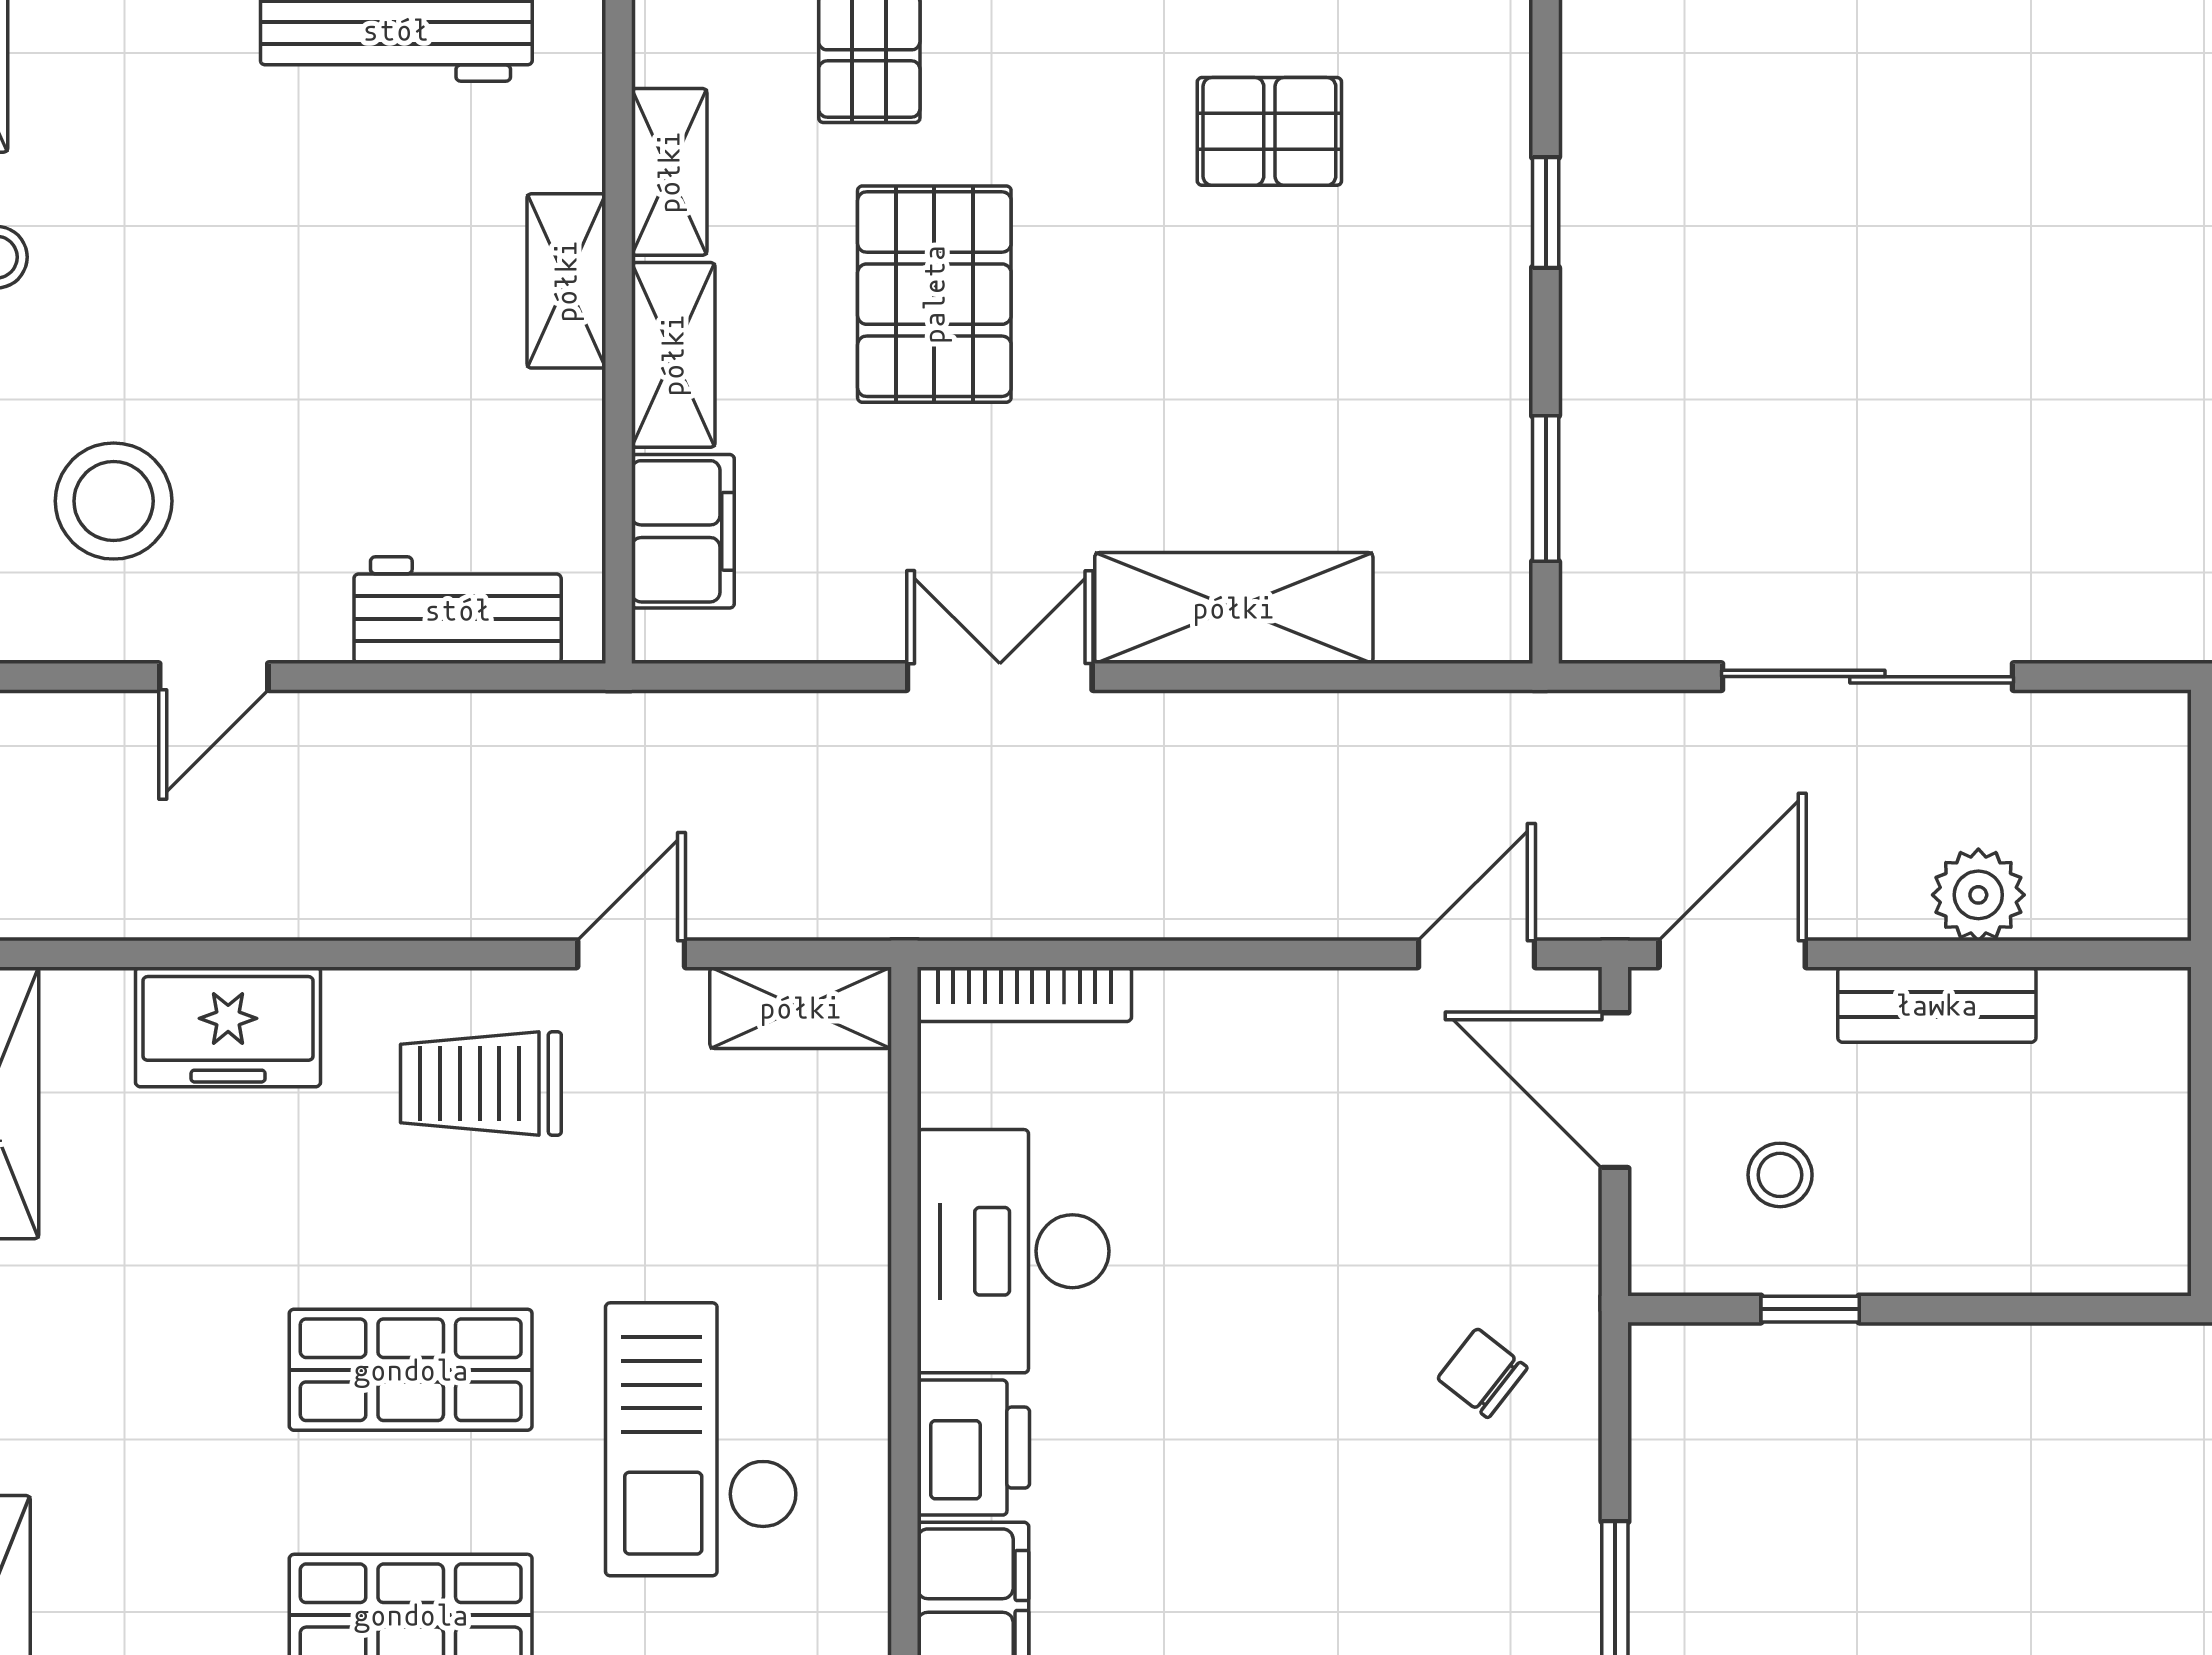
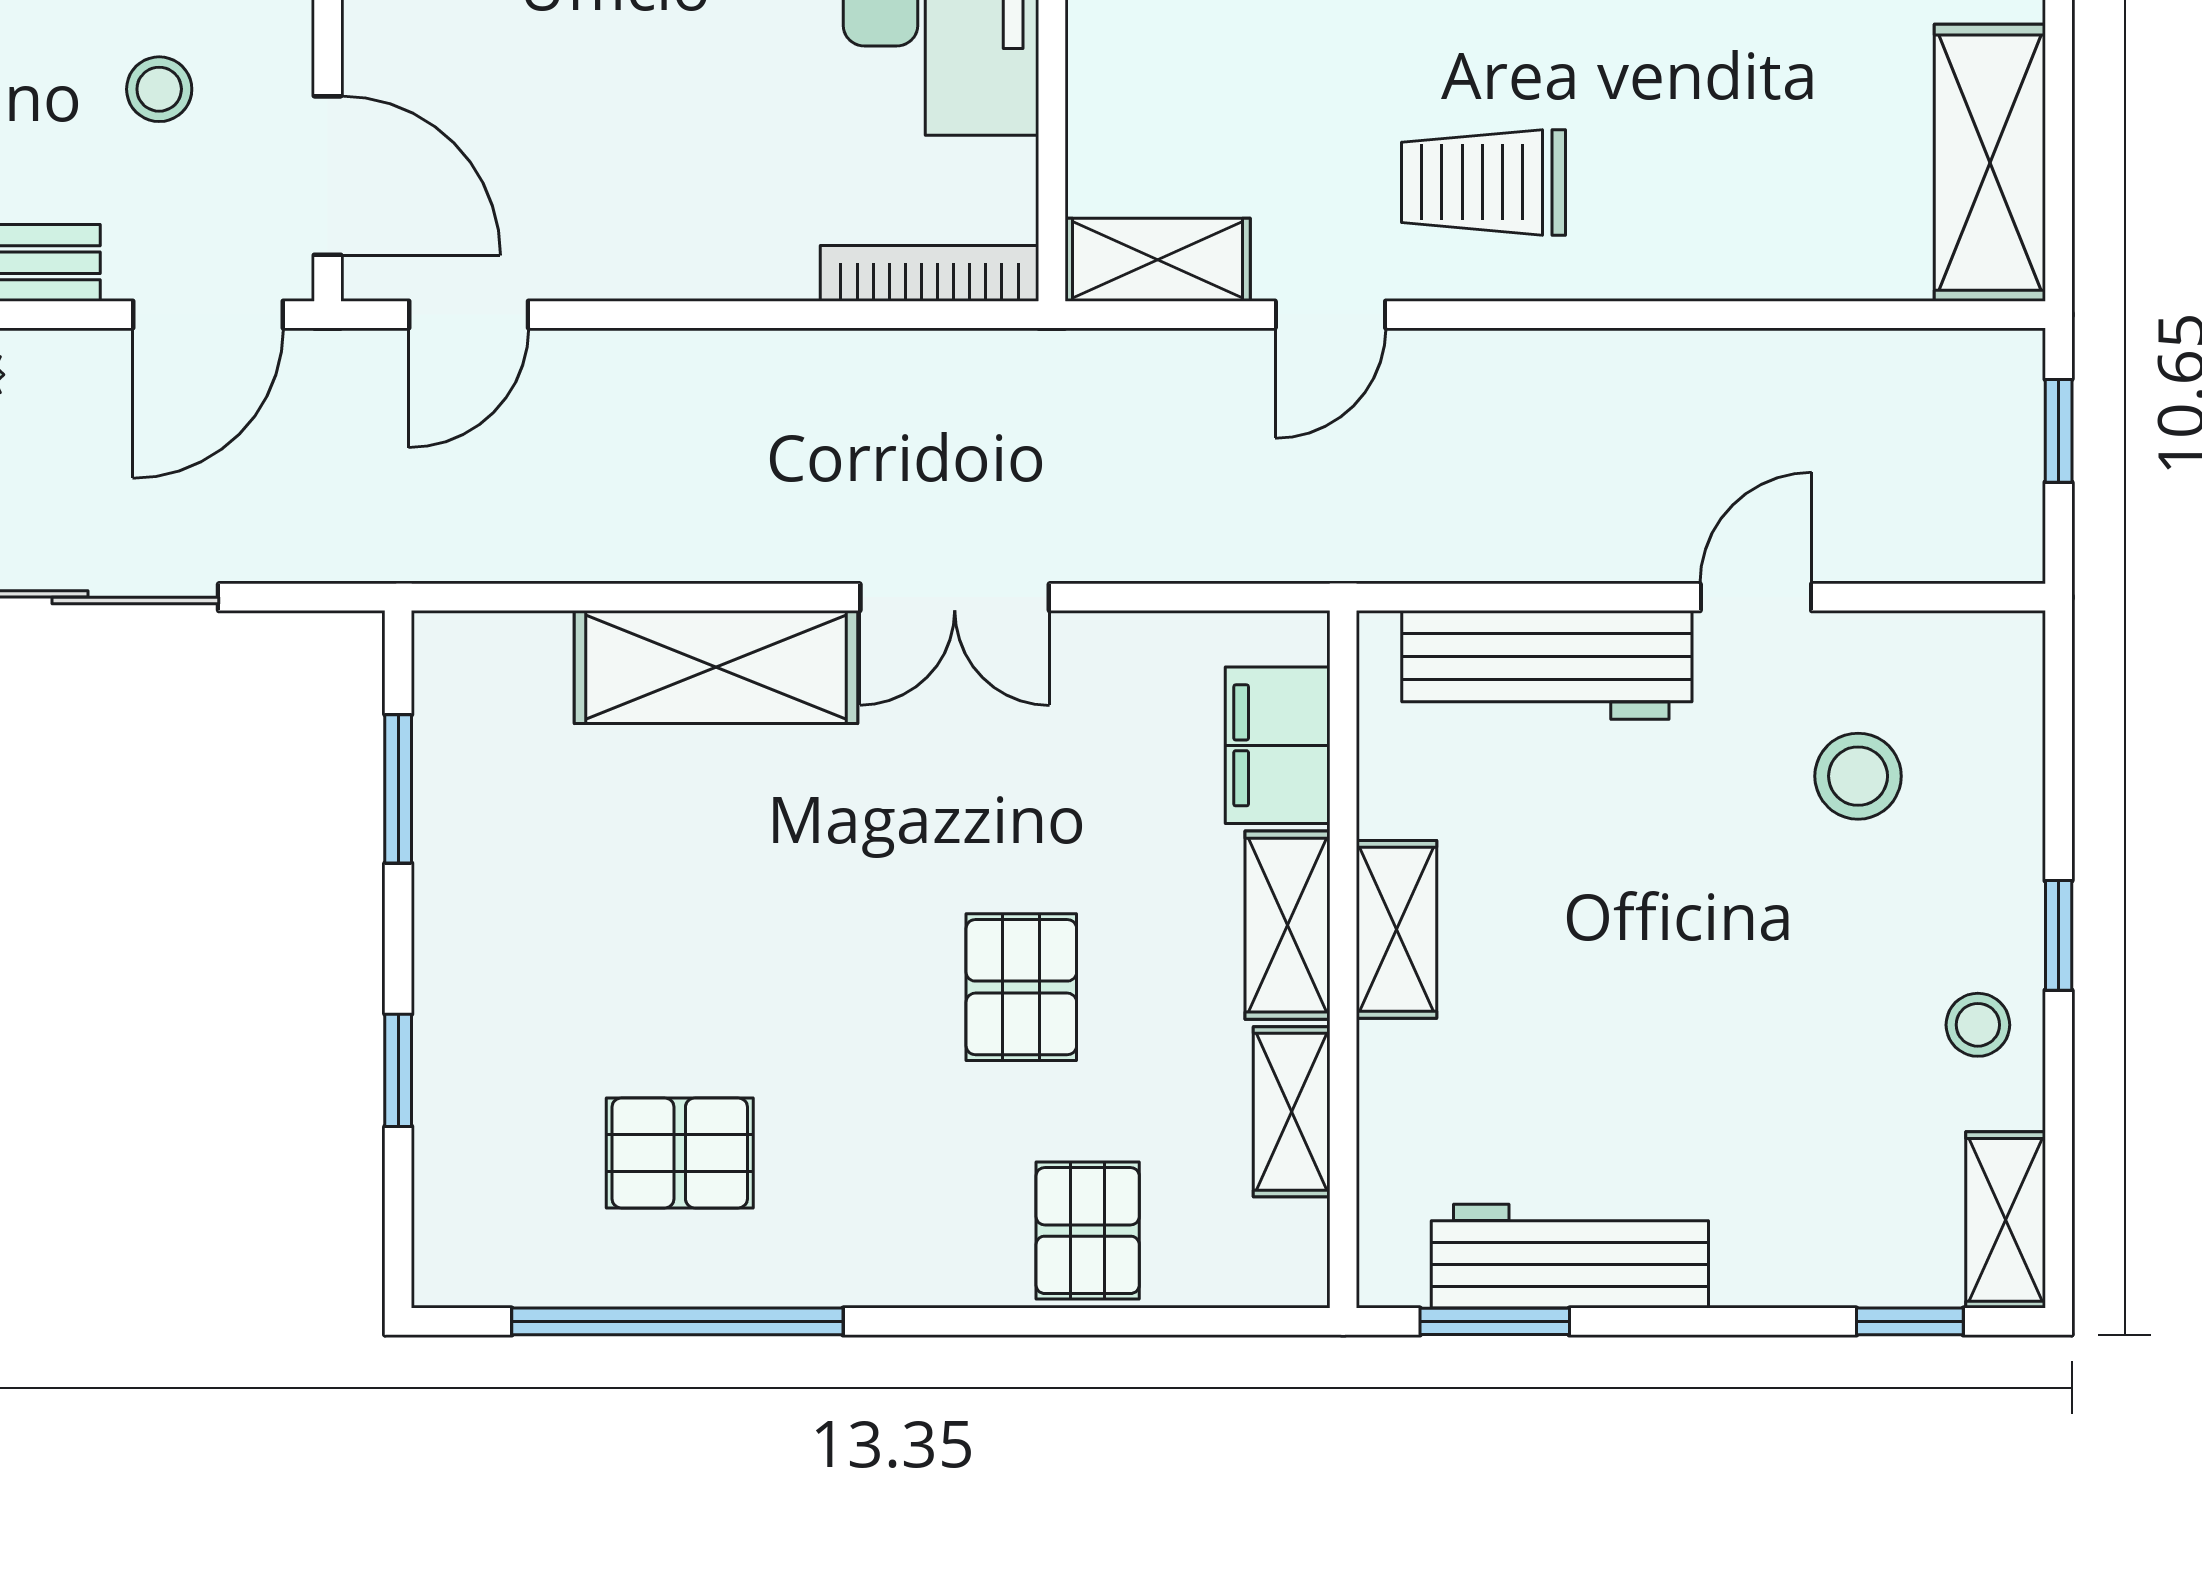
shelving: (566, 281) -> (1397, 929), moved
pallet: (934, 294) -> (1021, 987), width x0.67, depth x0.71
stool: (114, 501) -> (1858, 776), width x0.73, depth x0.73
workbench: (458, 610) -> (1547, 665), width x1.38
freezer: (228, 1027) -> (1741, 240), removed
trolley: (481, 1083) -> (1484, 182), turned 180

